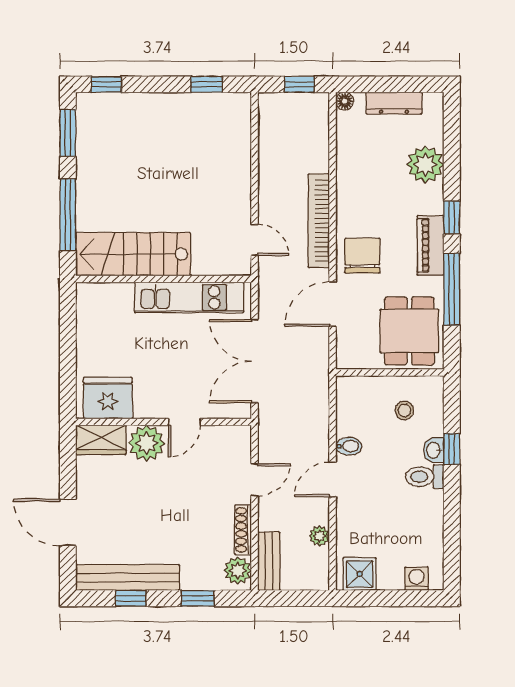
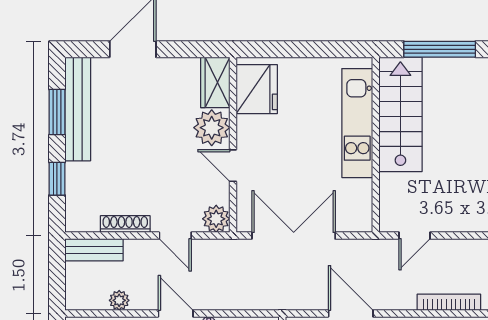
bookcase: (319, 221) -> (449, 302), width x0.68, depth x0.76
kitchen unit: (189, 297) -> (357, 123), moved
plant: (238, 570) -> (216, 219), moved
window: (131, 598) -> (57, 112), width x1.50

